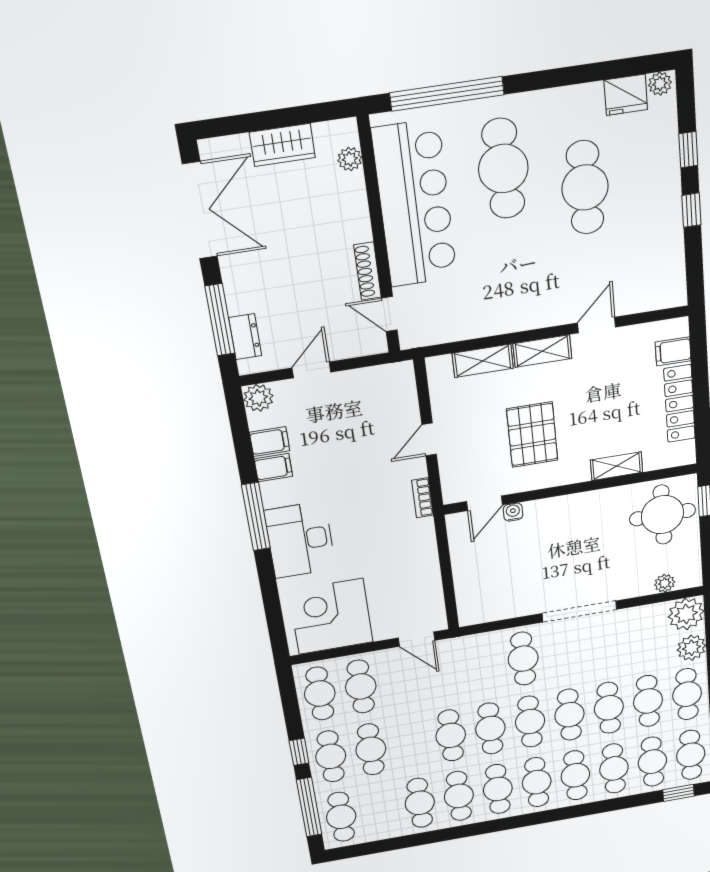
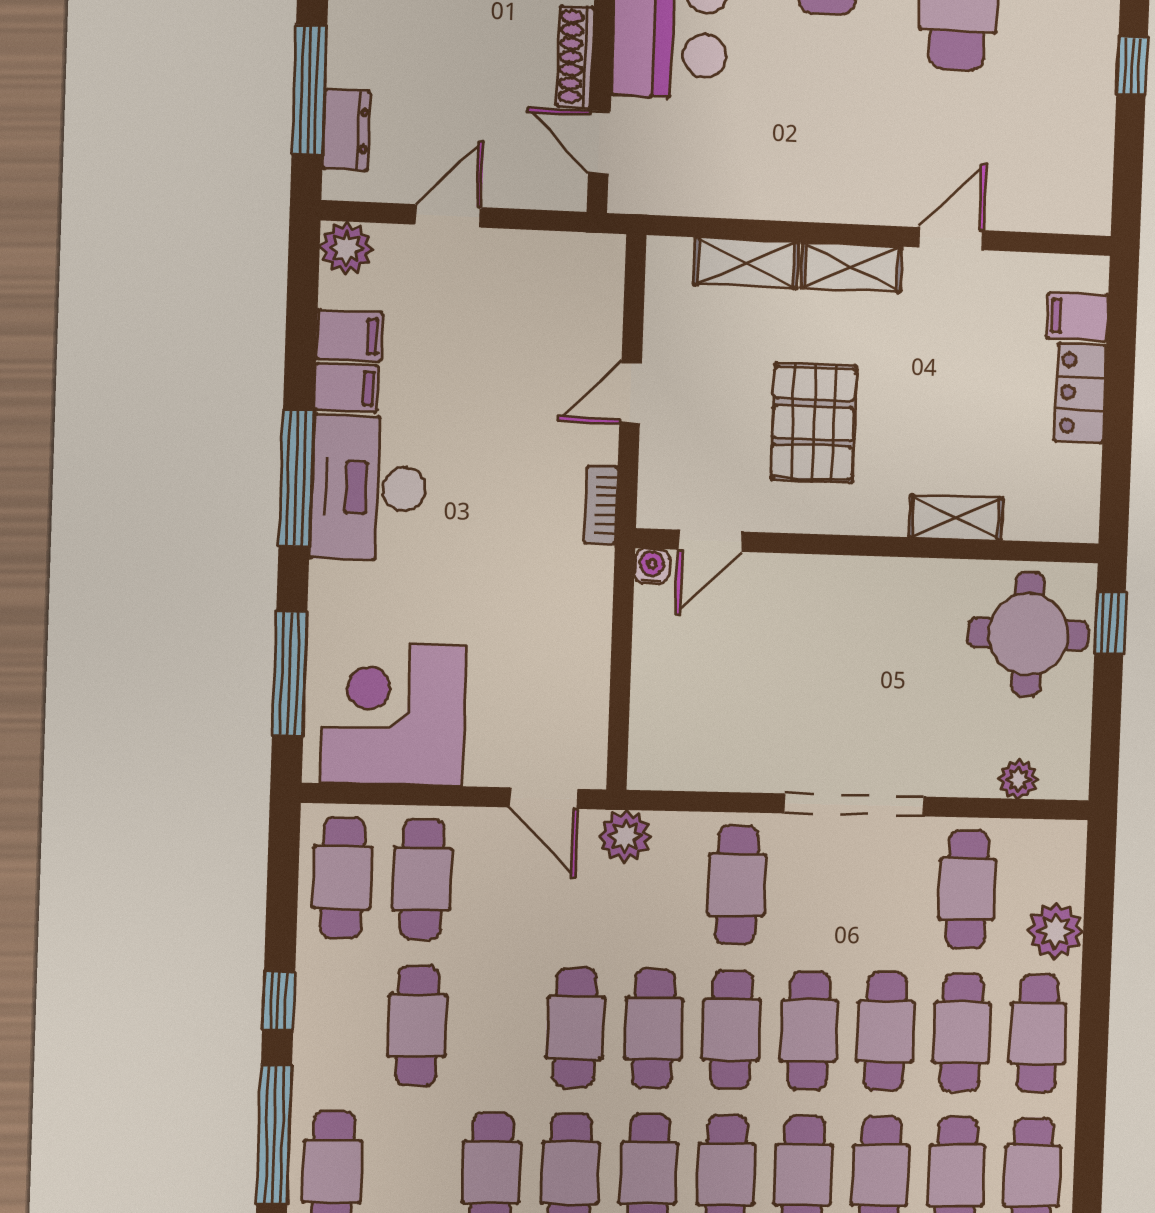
locker: (679, 404) -> (1080, 393), width x0.66
water cooler: (513, 512) -> (652, 566), moved
desk: (300, 540) -> (369, 488), moved
window: (273, 608) -> (290, 674), added
plant: (686, 614) -> (625, 836), moved, width x0.73, depth x0.73
cafe table: (331, 756) -> (967, 889), moved

